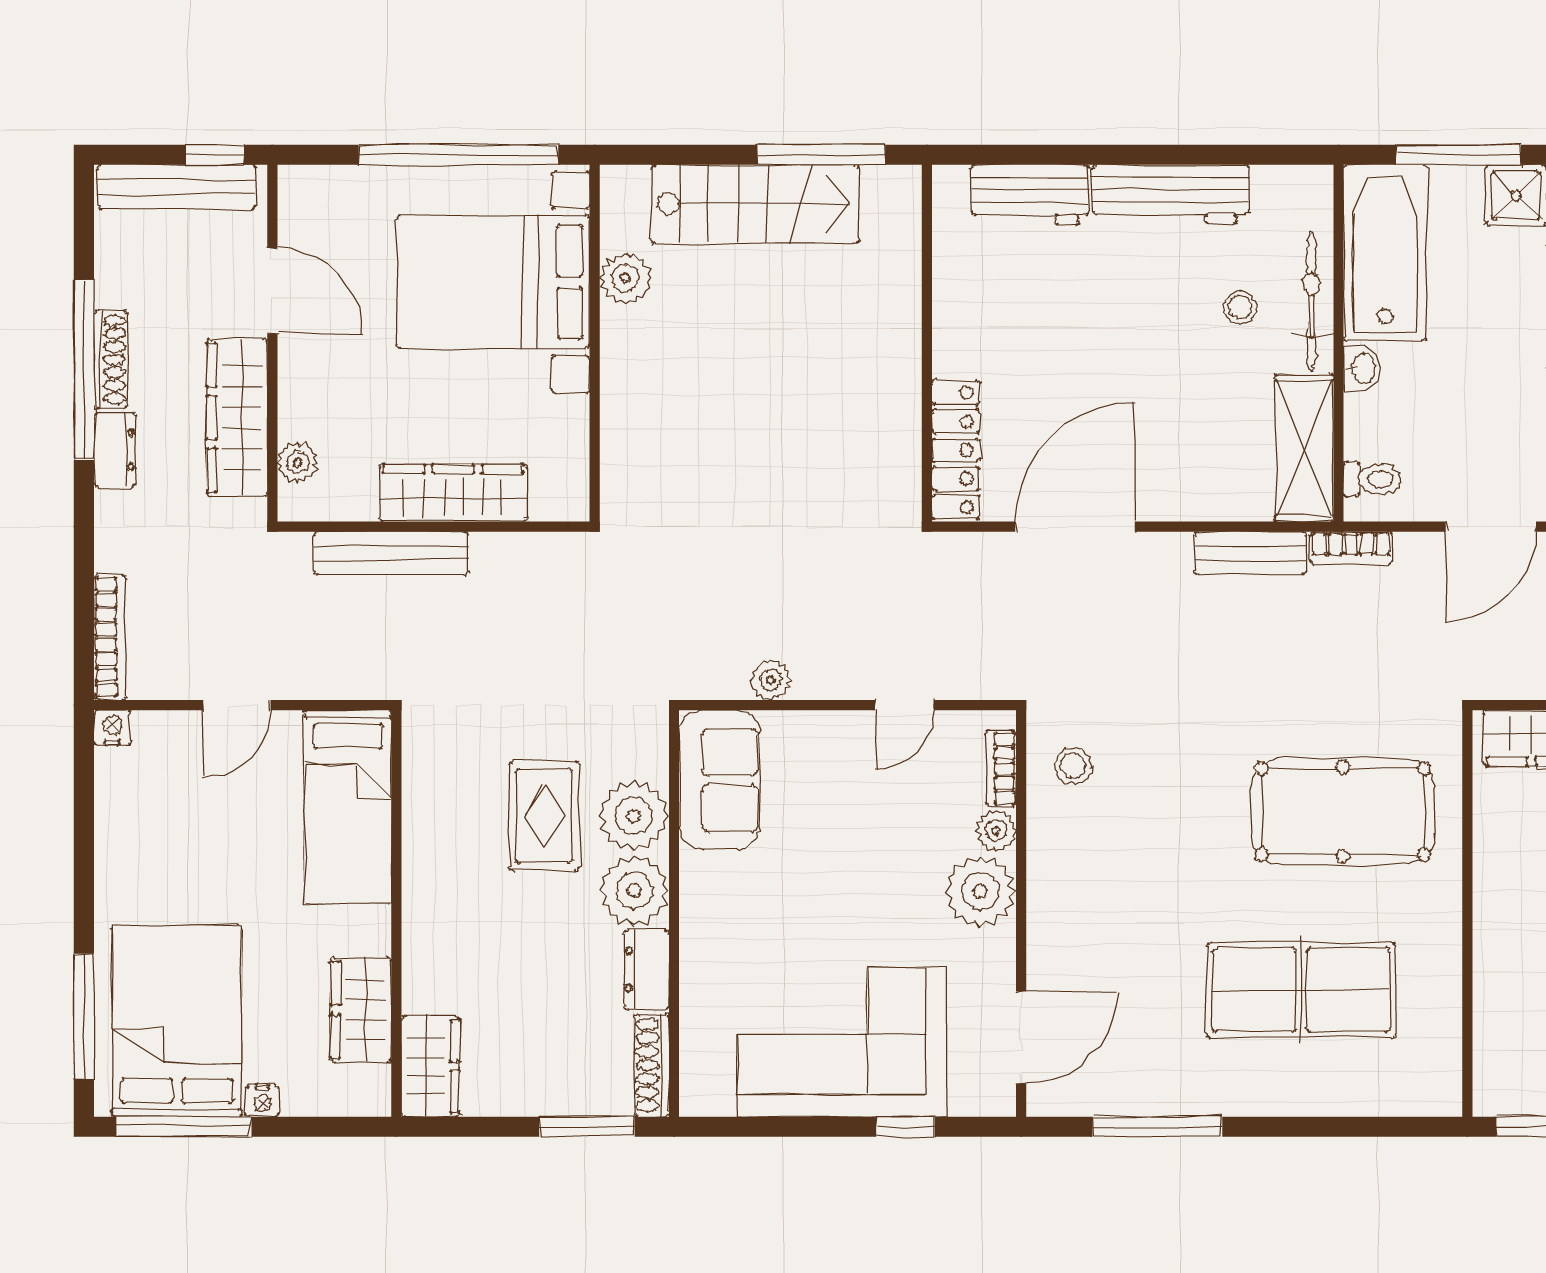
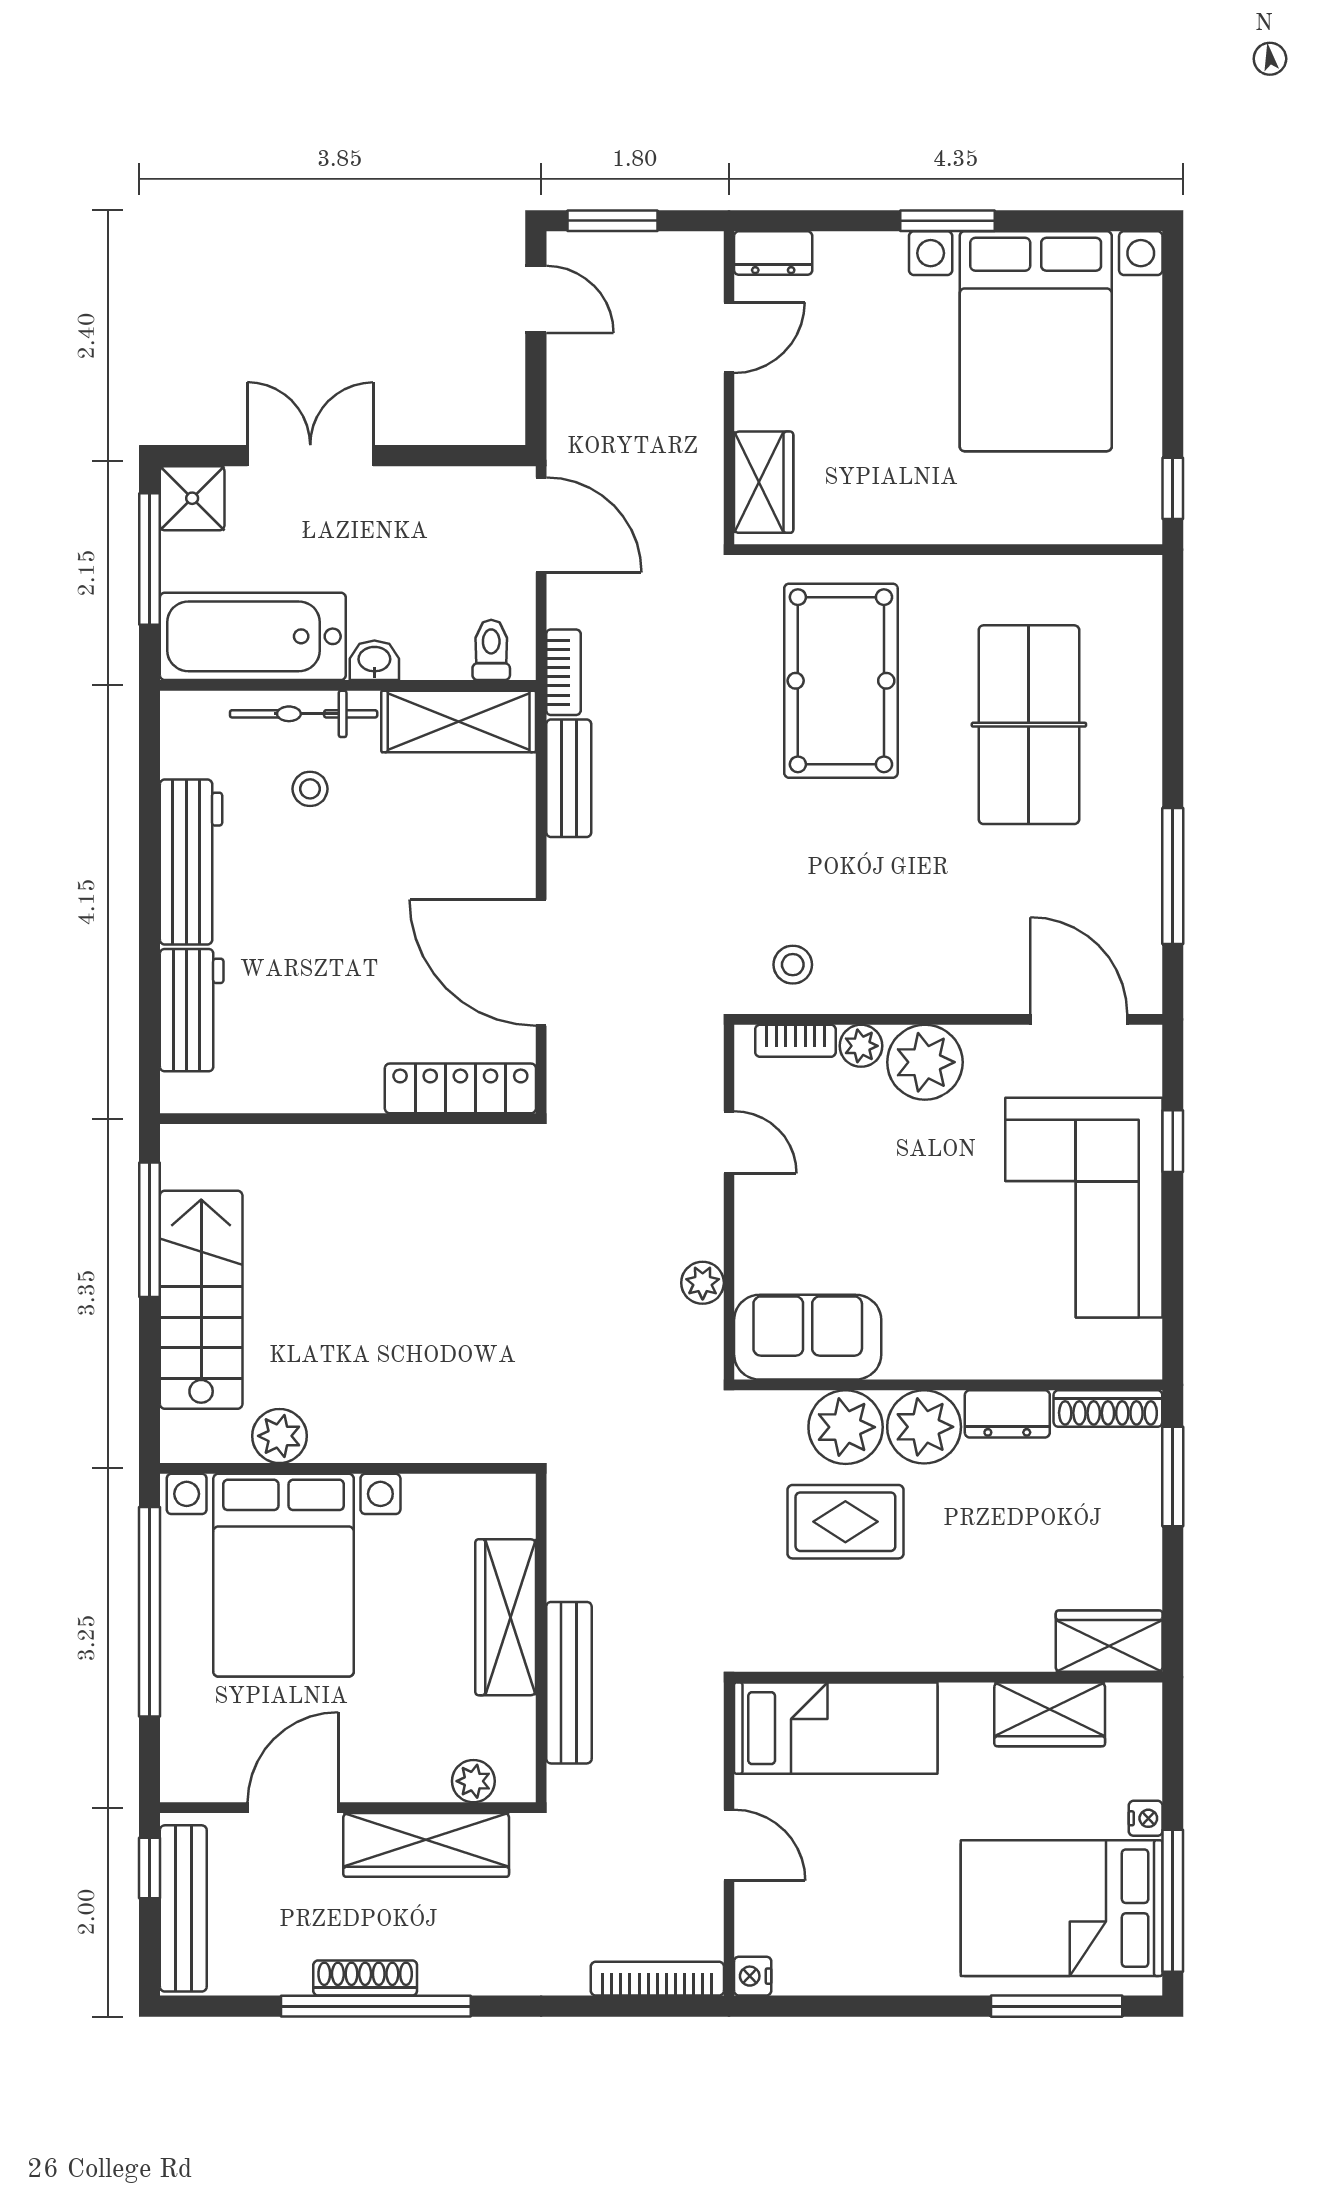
dresser: (115, 450) -> (460, 1974), removed

